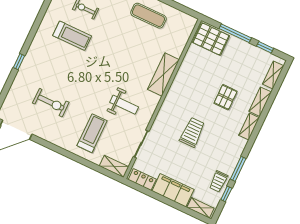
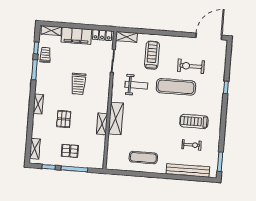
pallet: (211, 39) -> (70, 151), moved, width x0.67, depth x0.71
exercise mat: (78, 85) -> (176, 87), added
shelving: (260, 102) -> (102, 124), moved
weight bench: (124, 105) -> (136, 85), turned 180
treadmill: (92, 133) -> (152, 55), turned 180

